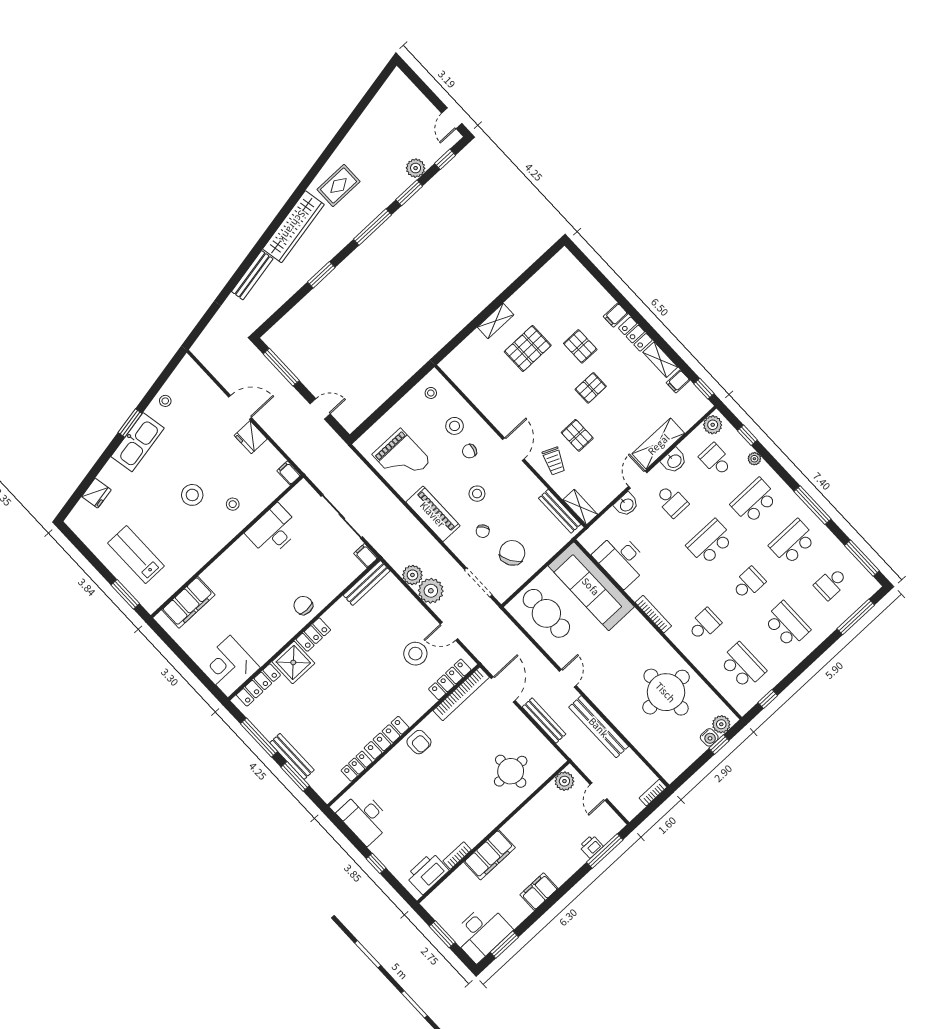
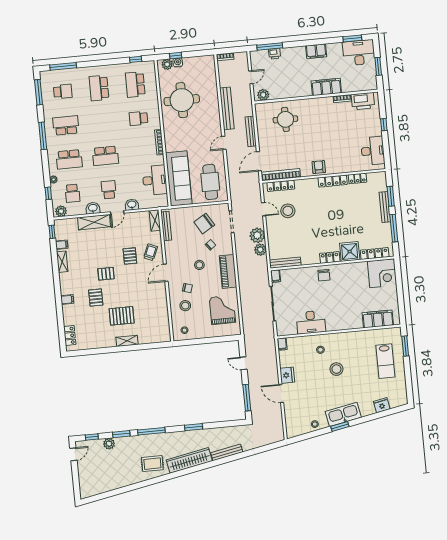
locker: (635, 334) -> (70, 335), moved
school desk: (793, 542) -> (66, 125), turned 180
school desk: (748, 583) -> (102, 122), removed

